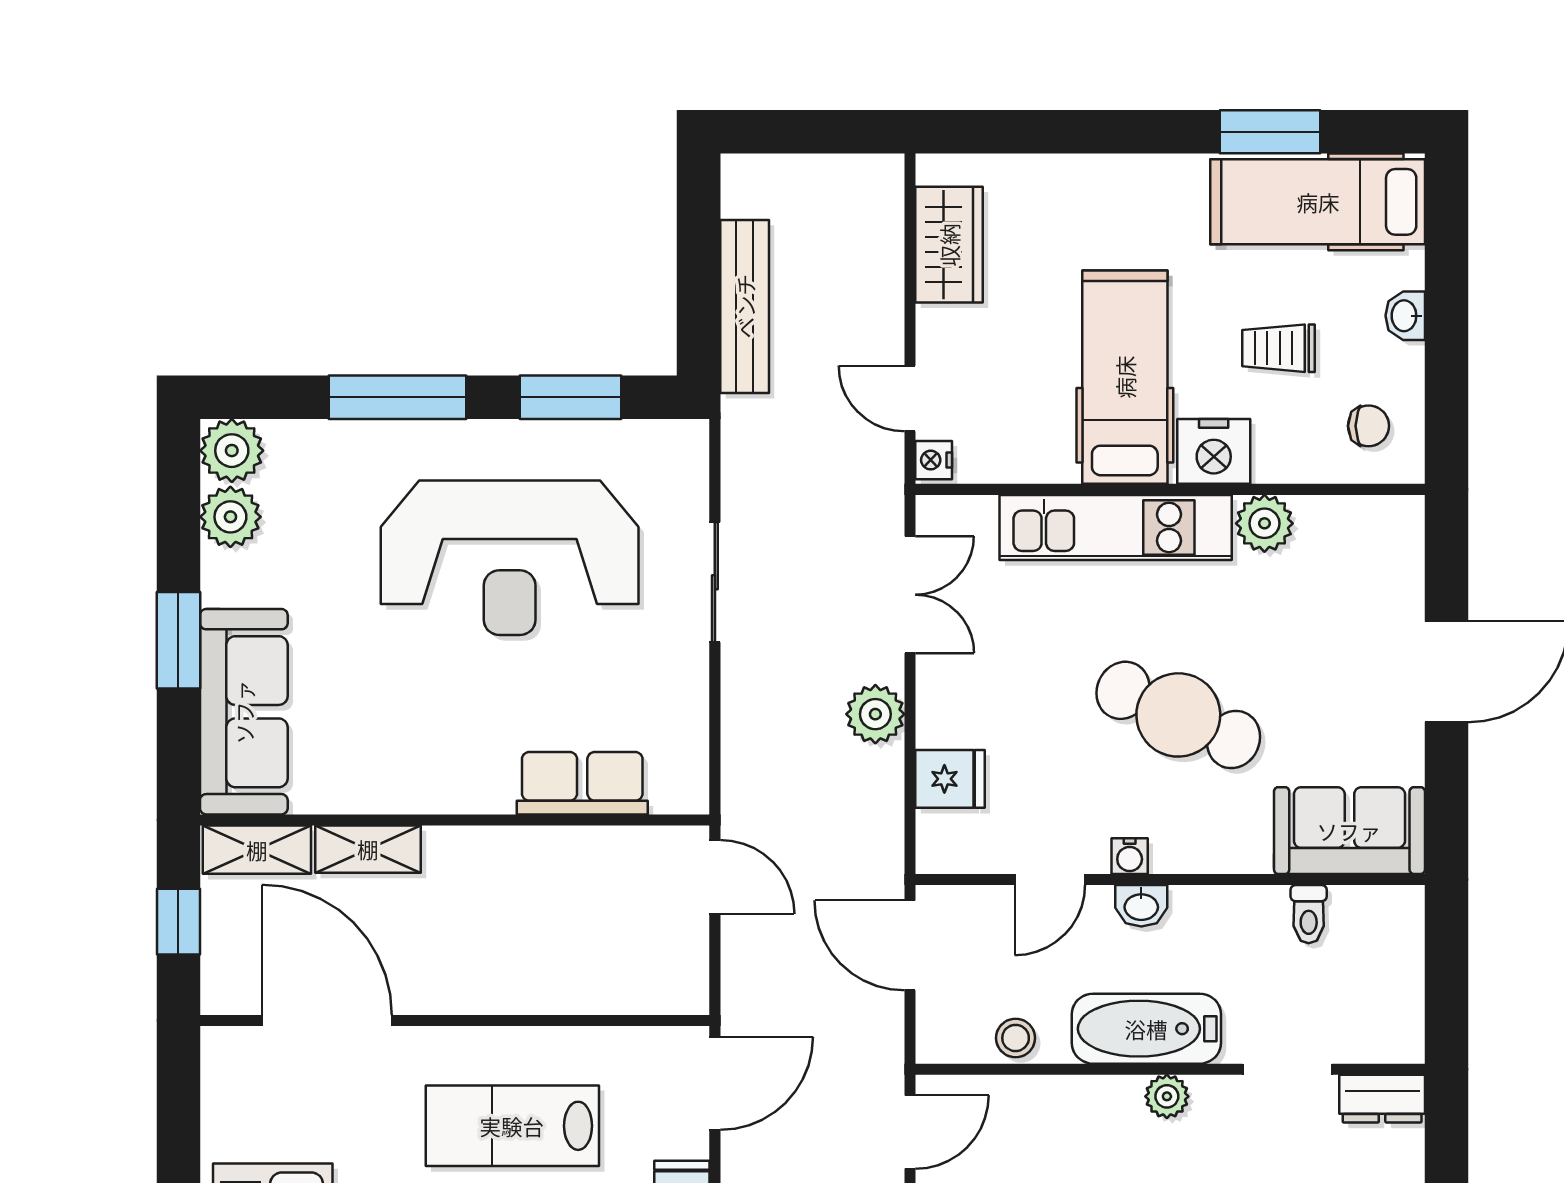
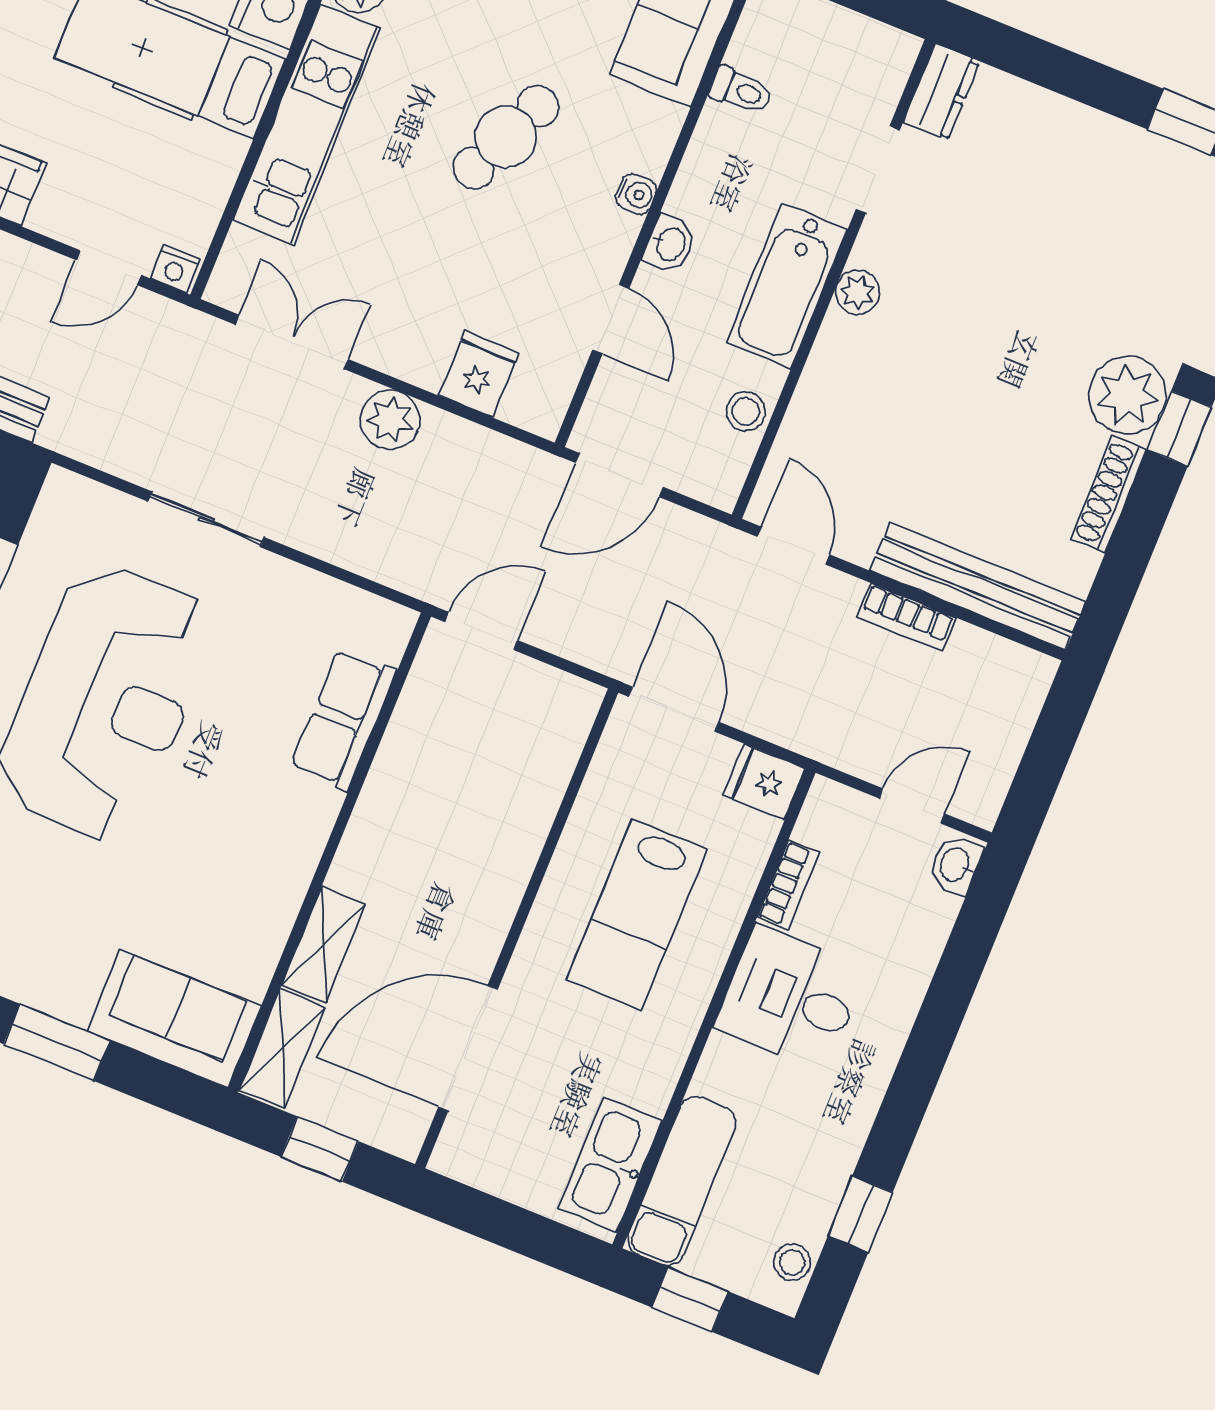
sofa: (244, 712) -> (174, 1019), width x0.73
cafe table: (1178, 715) -> (506, 137), width x0.73, depth x0.74
water cooler: (1130, 856) -> (636, 194), moved

